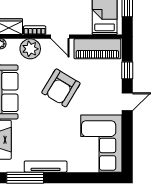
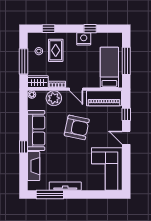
armchair: (61, 88) -> (77, 127), turned -109
door: (127, 102) -> (126, 138), swing flipped

